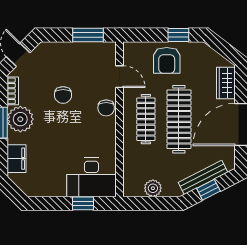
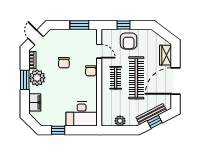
window: (178, 35) -> (124, 25), moved
clothes rail: (146, 119) -> (116, 78), width x0.73
window: (83, 203) -> (58, 130), moved

